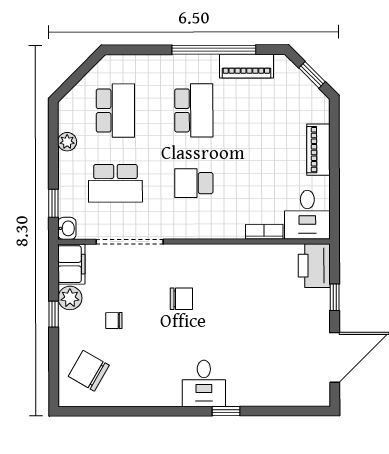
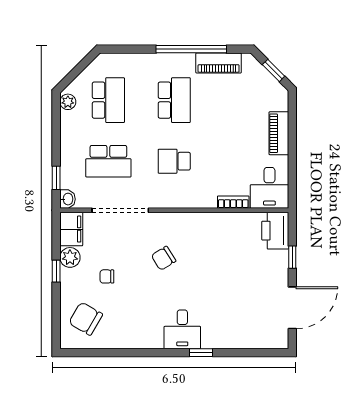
plant: (67, 142) -> (68, 102), moved
chair: (181, 299) -> (164, 258), turned 148

